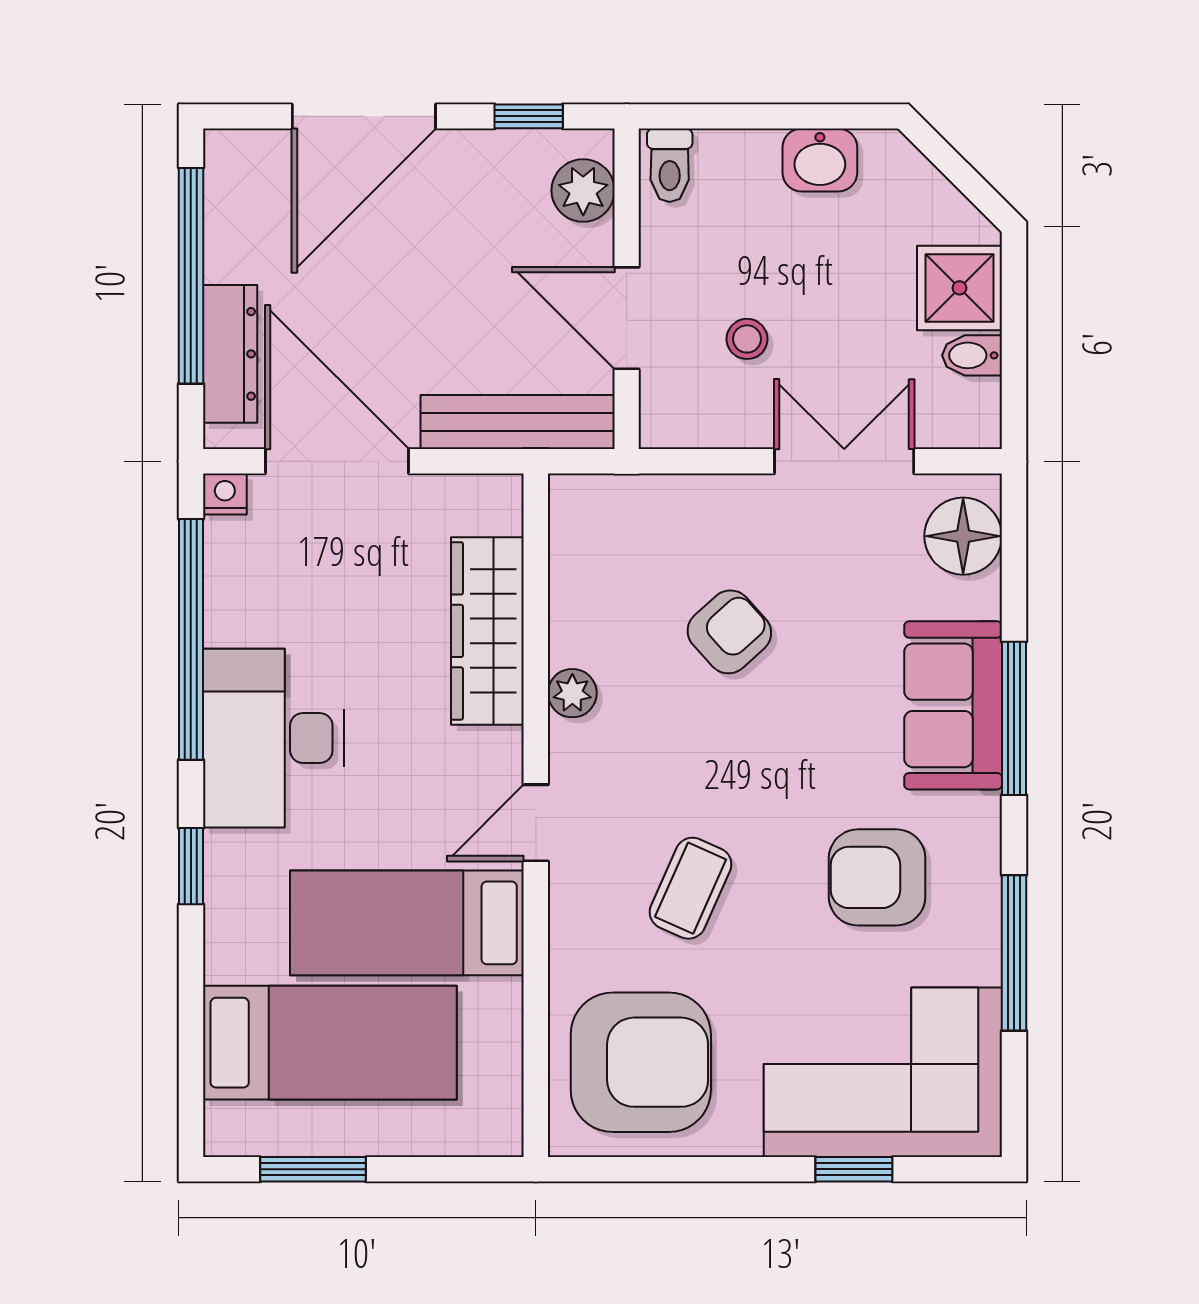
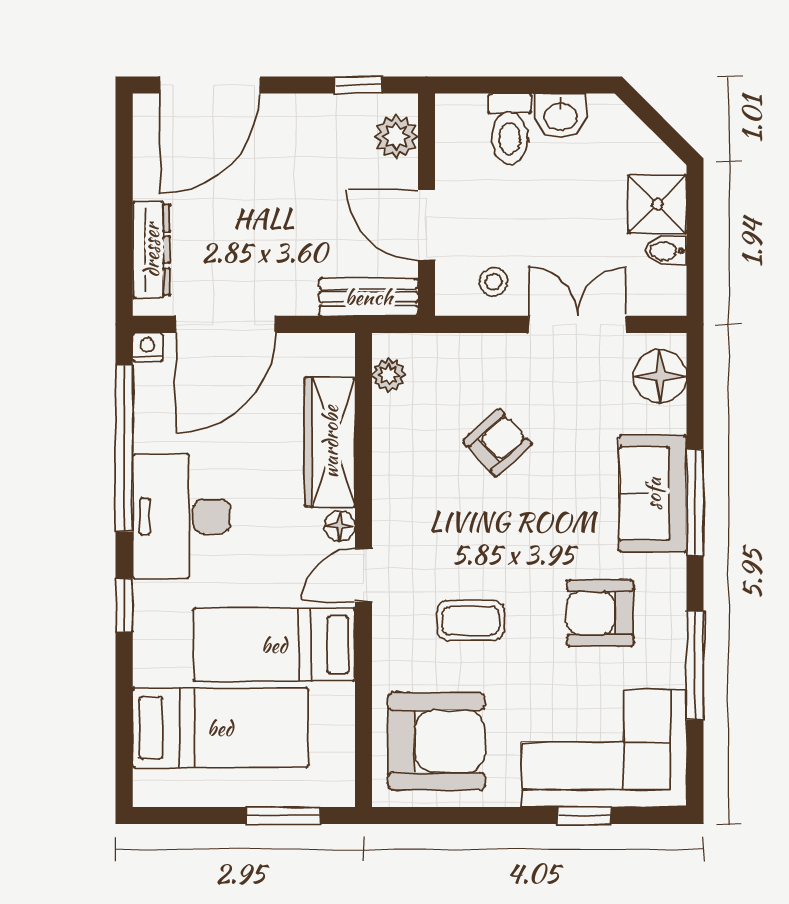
door: (364, 116) -> (210, 85), moved
toilet: (670, 165) -> (510, 129), moved, width x1.37, depth x1.39
window: (191, 276) -> (124, 196), removed
stool: (747, 339) -> (494, 282), moved
bench: (518, 422) -> (369, 297), width x0.73
door: (337, 461) -> (226, 324), swing flipped
plant: (572, 693) -> (389, 375), moved
floor lamp: (502, 752) -> (340, 526), added
coffee table: (691, 888) -> (471, 620), turned 66
window: (313, 1169) -> (283, 816), moved

